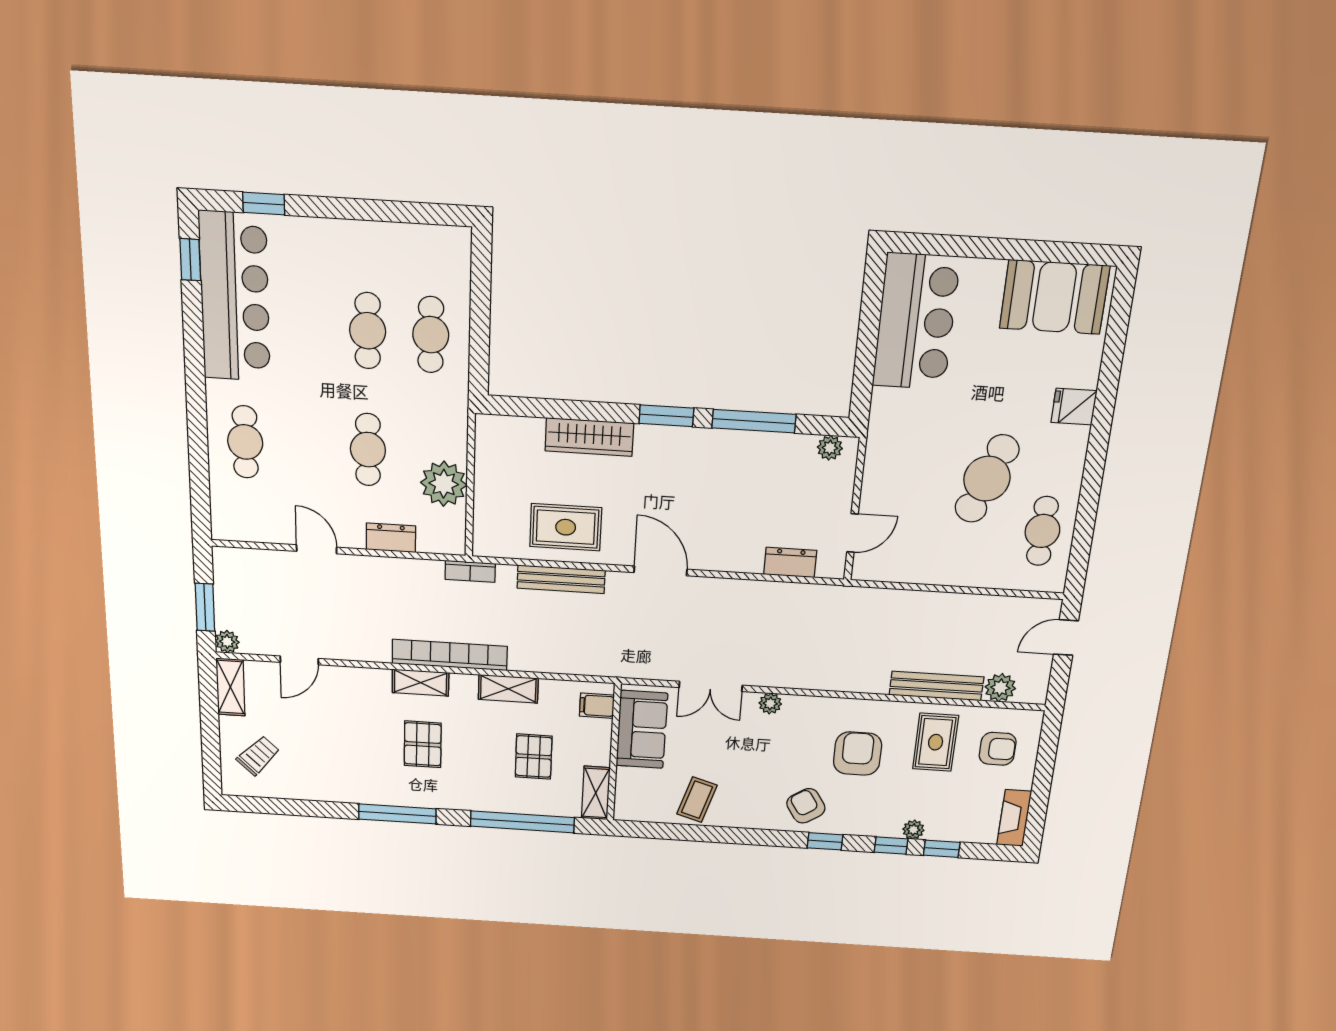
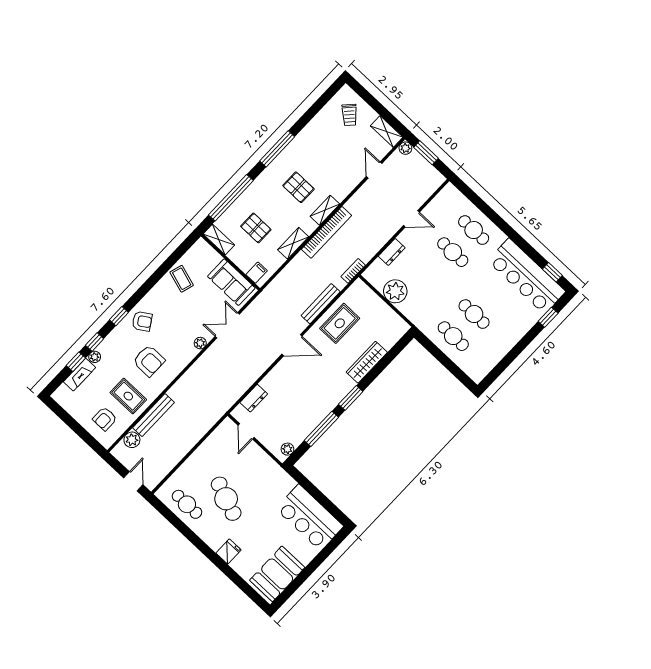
cafe table: (368, 450) -> (453, 252), moved
fireplace: (1014, 818) -> (79, 375), moved, turned 90

